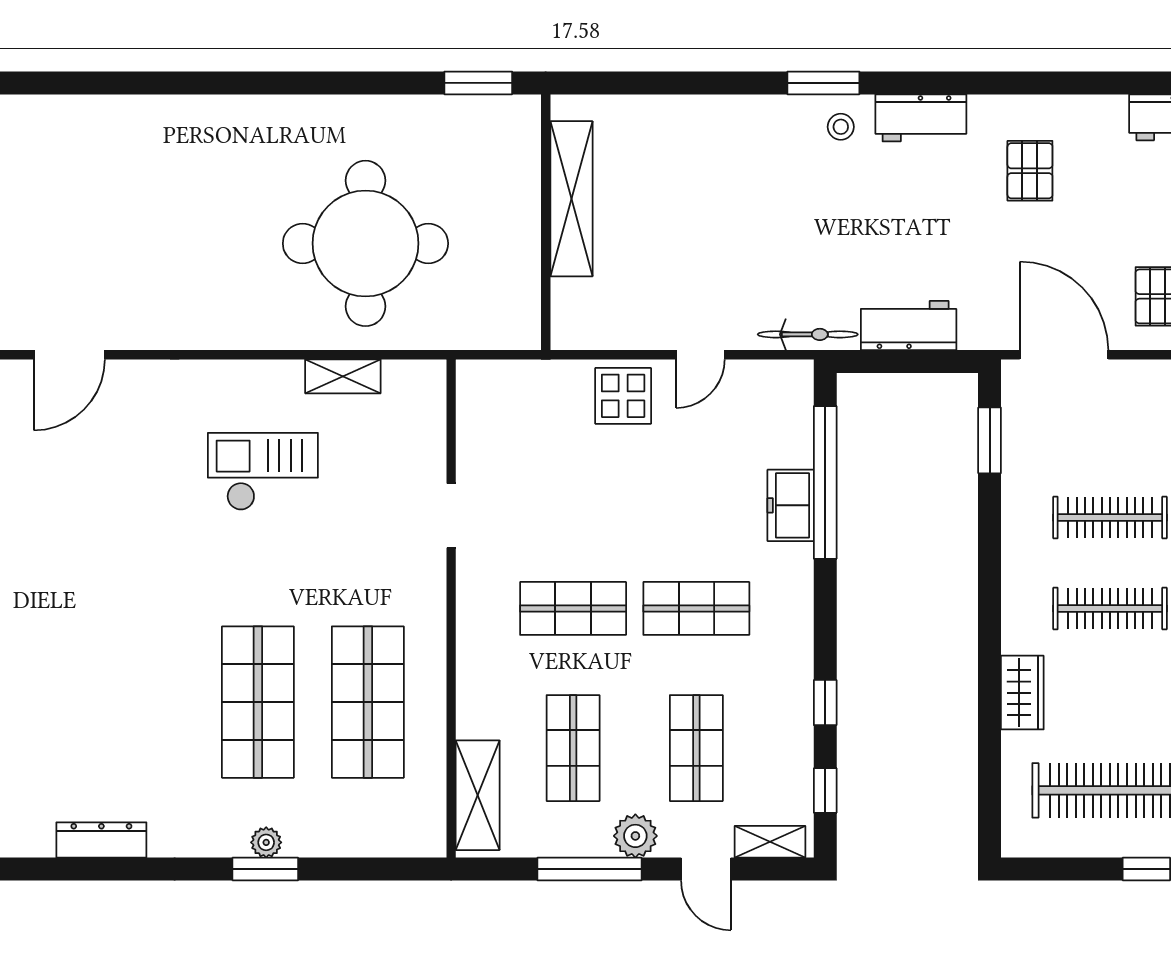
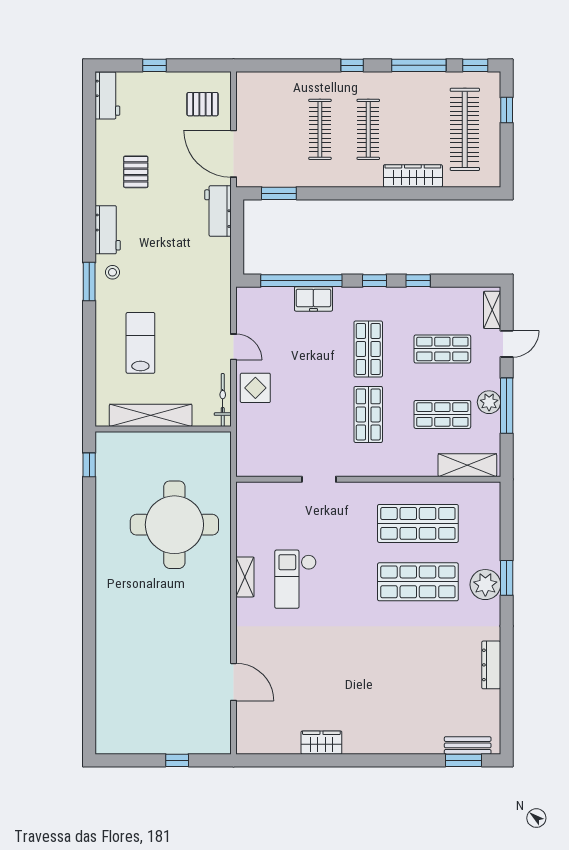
window: (478, 83) -> (89, 465), width x0.67
pallet: (1030, 171) -> (136, 172), turned 90
lab bench: (708, 179) -> (140, 343), added
workbench: (909, 326) -> (218, 211), moved
bicycle: (808, 334) -> (223, 400), moved
door: (1064, 355) -> (234, 154), hinge flipped
shelving: (343, 376) -> (245, 577), moved
wardrobe: (1022, 693) -> (413, 176), width x1.50
window: (825, 791) -> (374, 281), moved
plant: (635, 836) -> (489, 402), moved
plant: (266, 842) -> (485, 585), width x1.87, depth x1.87

